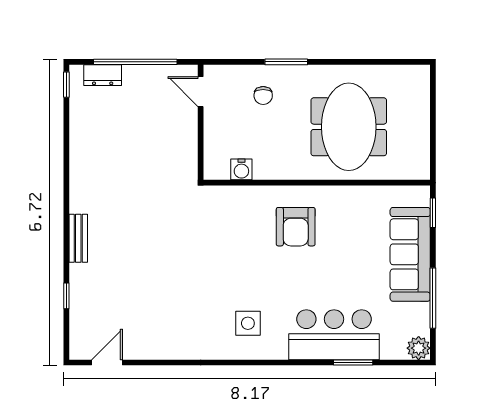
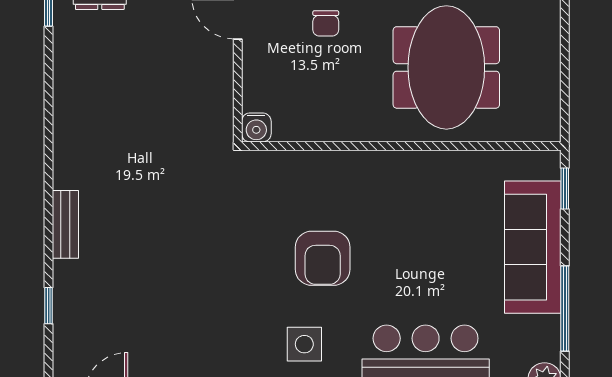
water cooler: (241, 169) -> (256, 127), moved
armchair: (296, 227) -> (323, 258), moved

